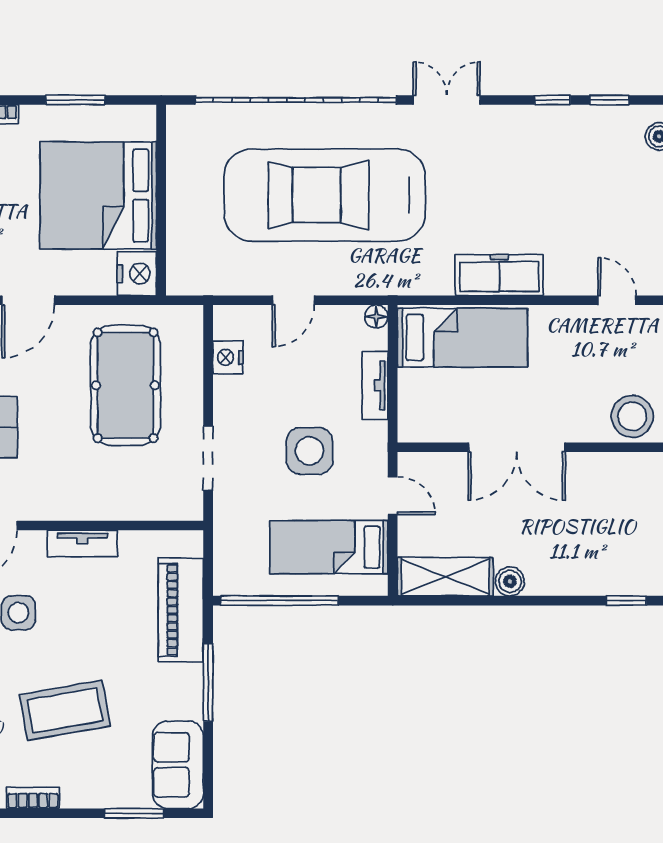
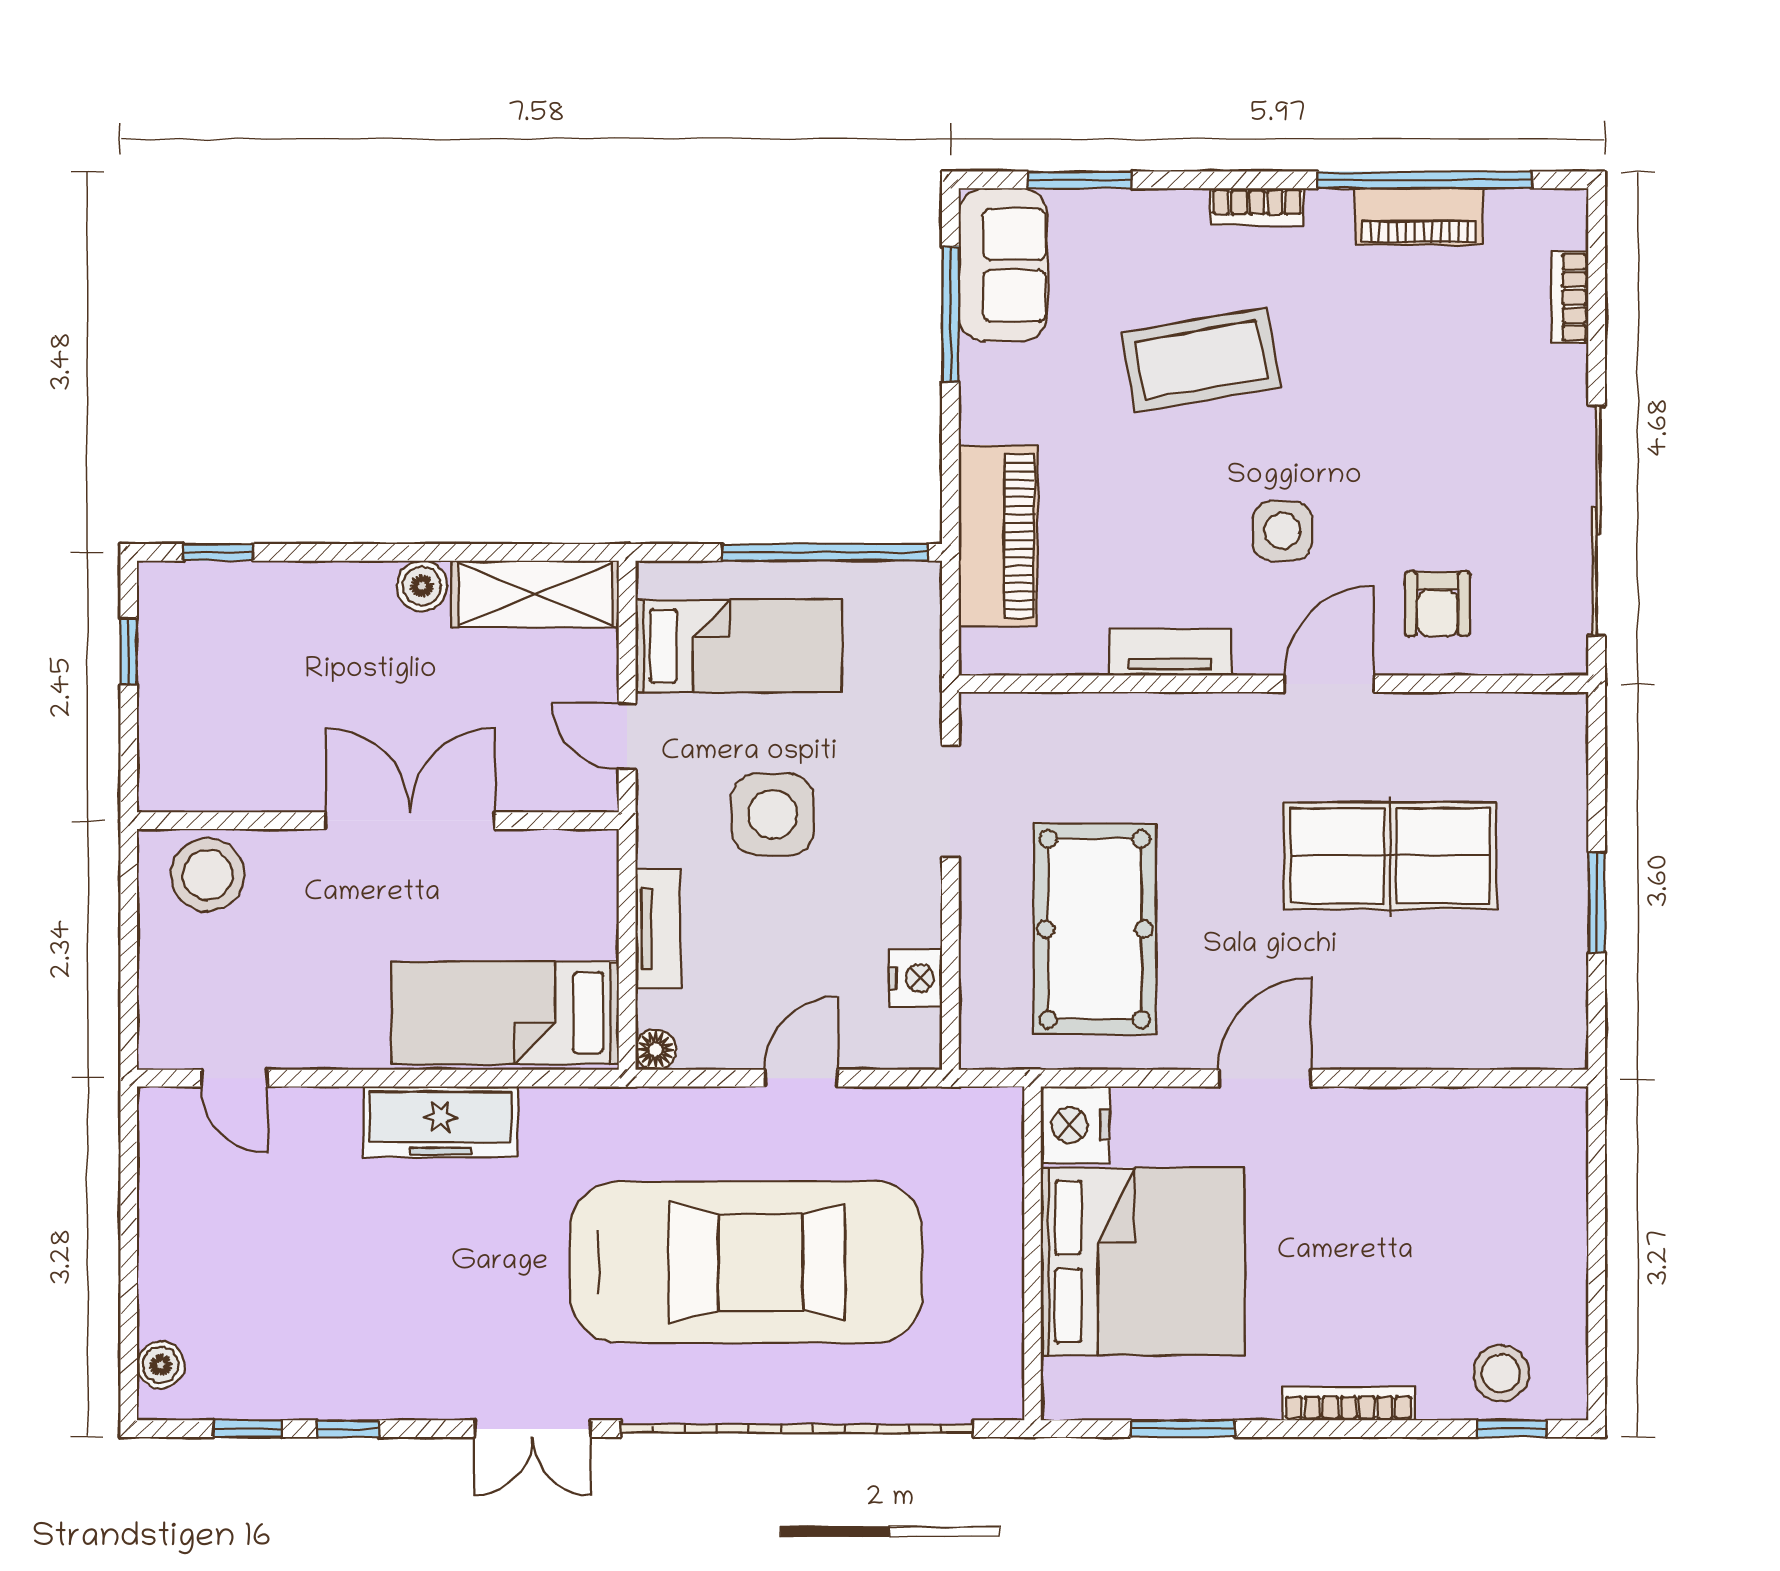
window: (208, 682) -> (950, 314), moved

